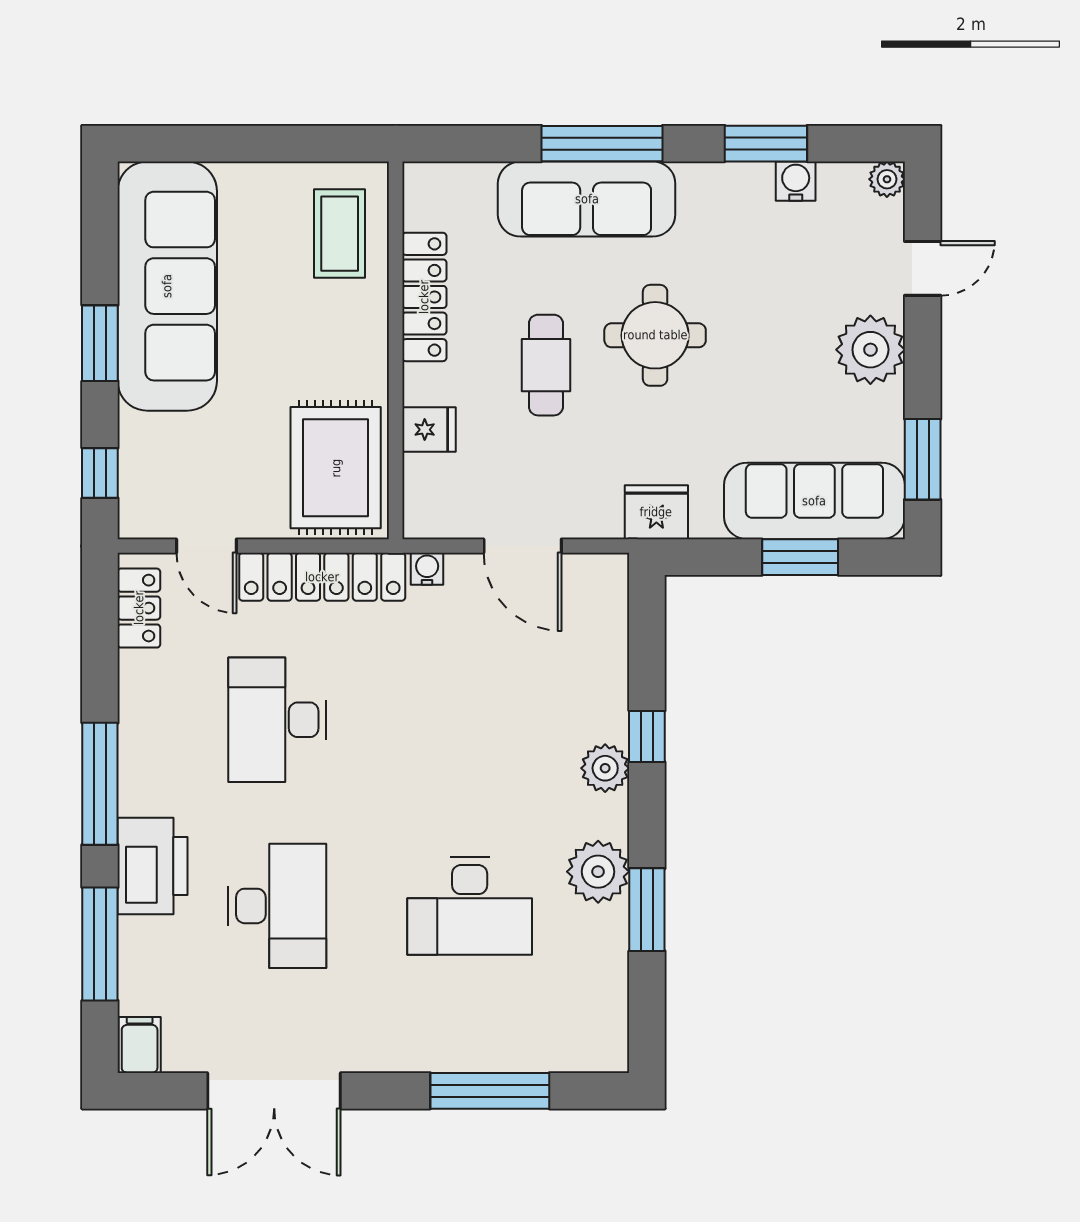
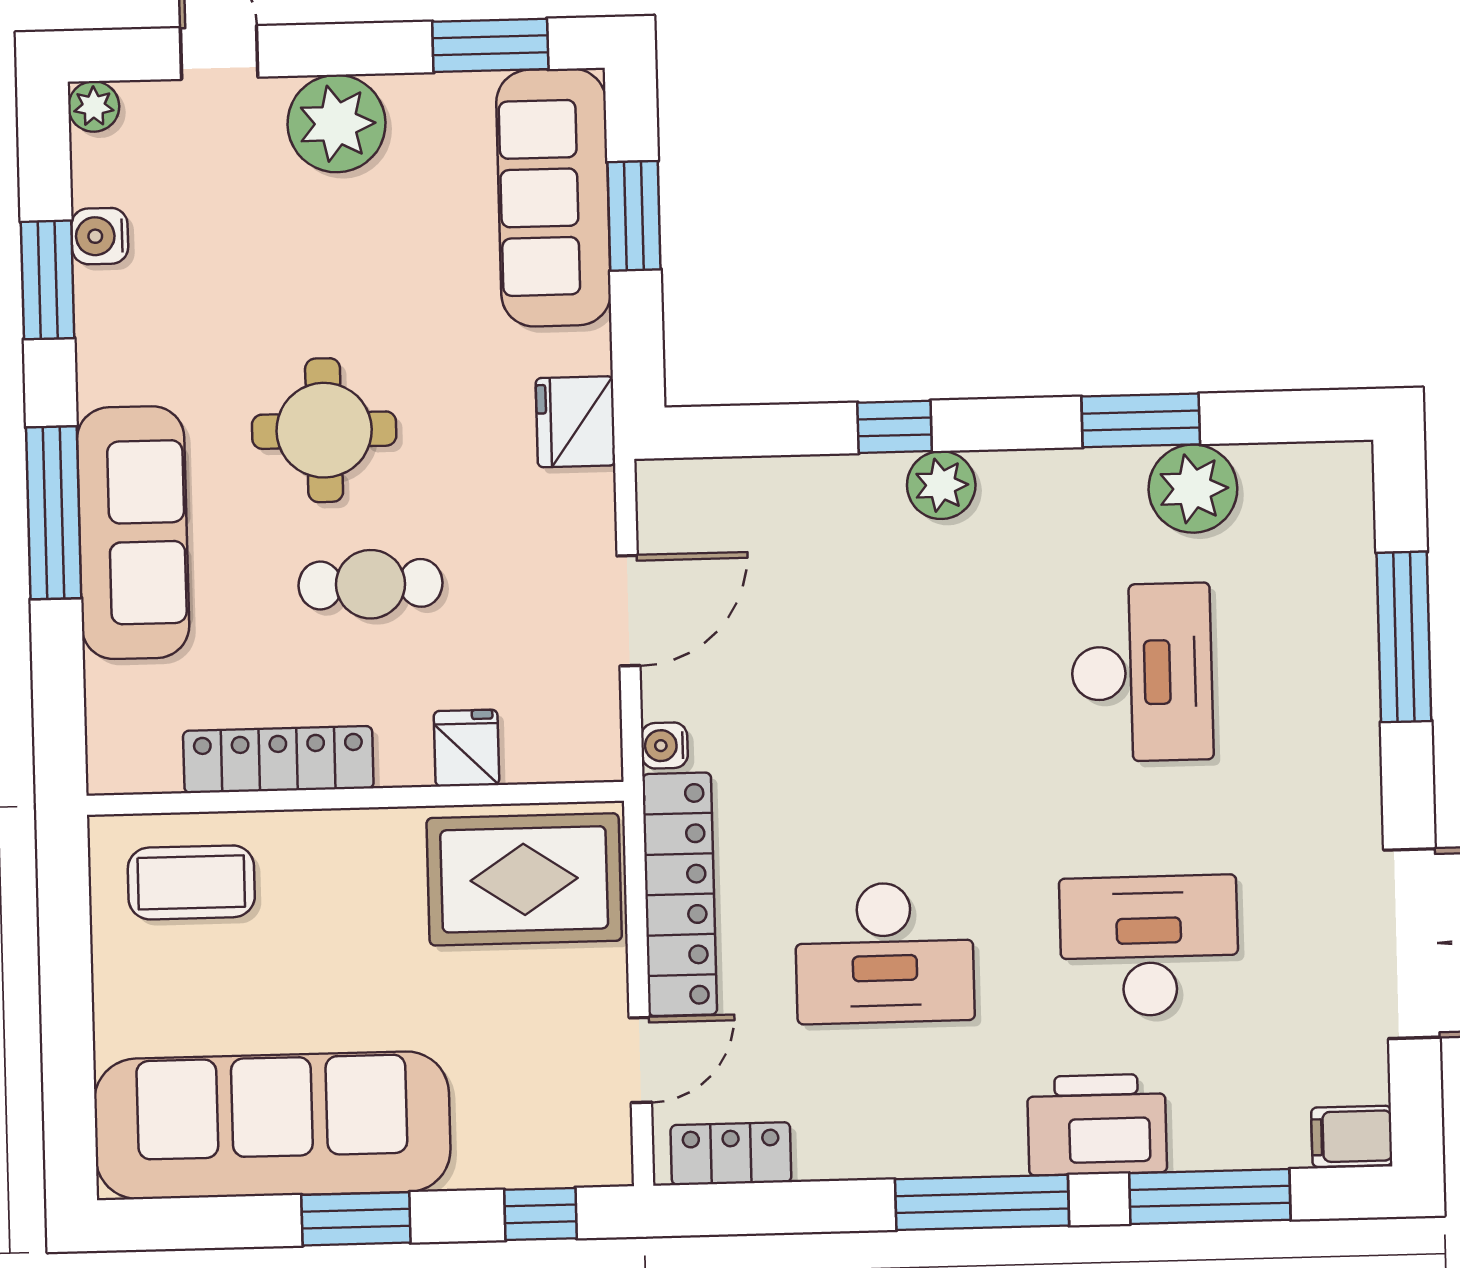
plant: (598, 872) -> (1193, 489), moved

